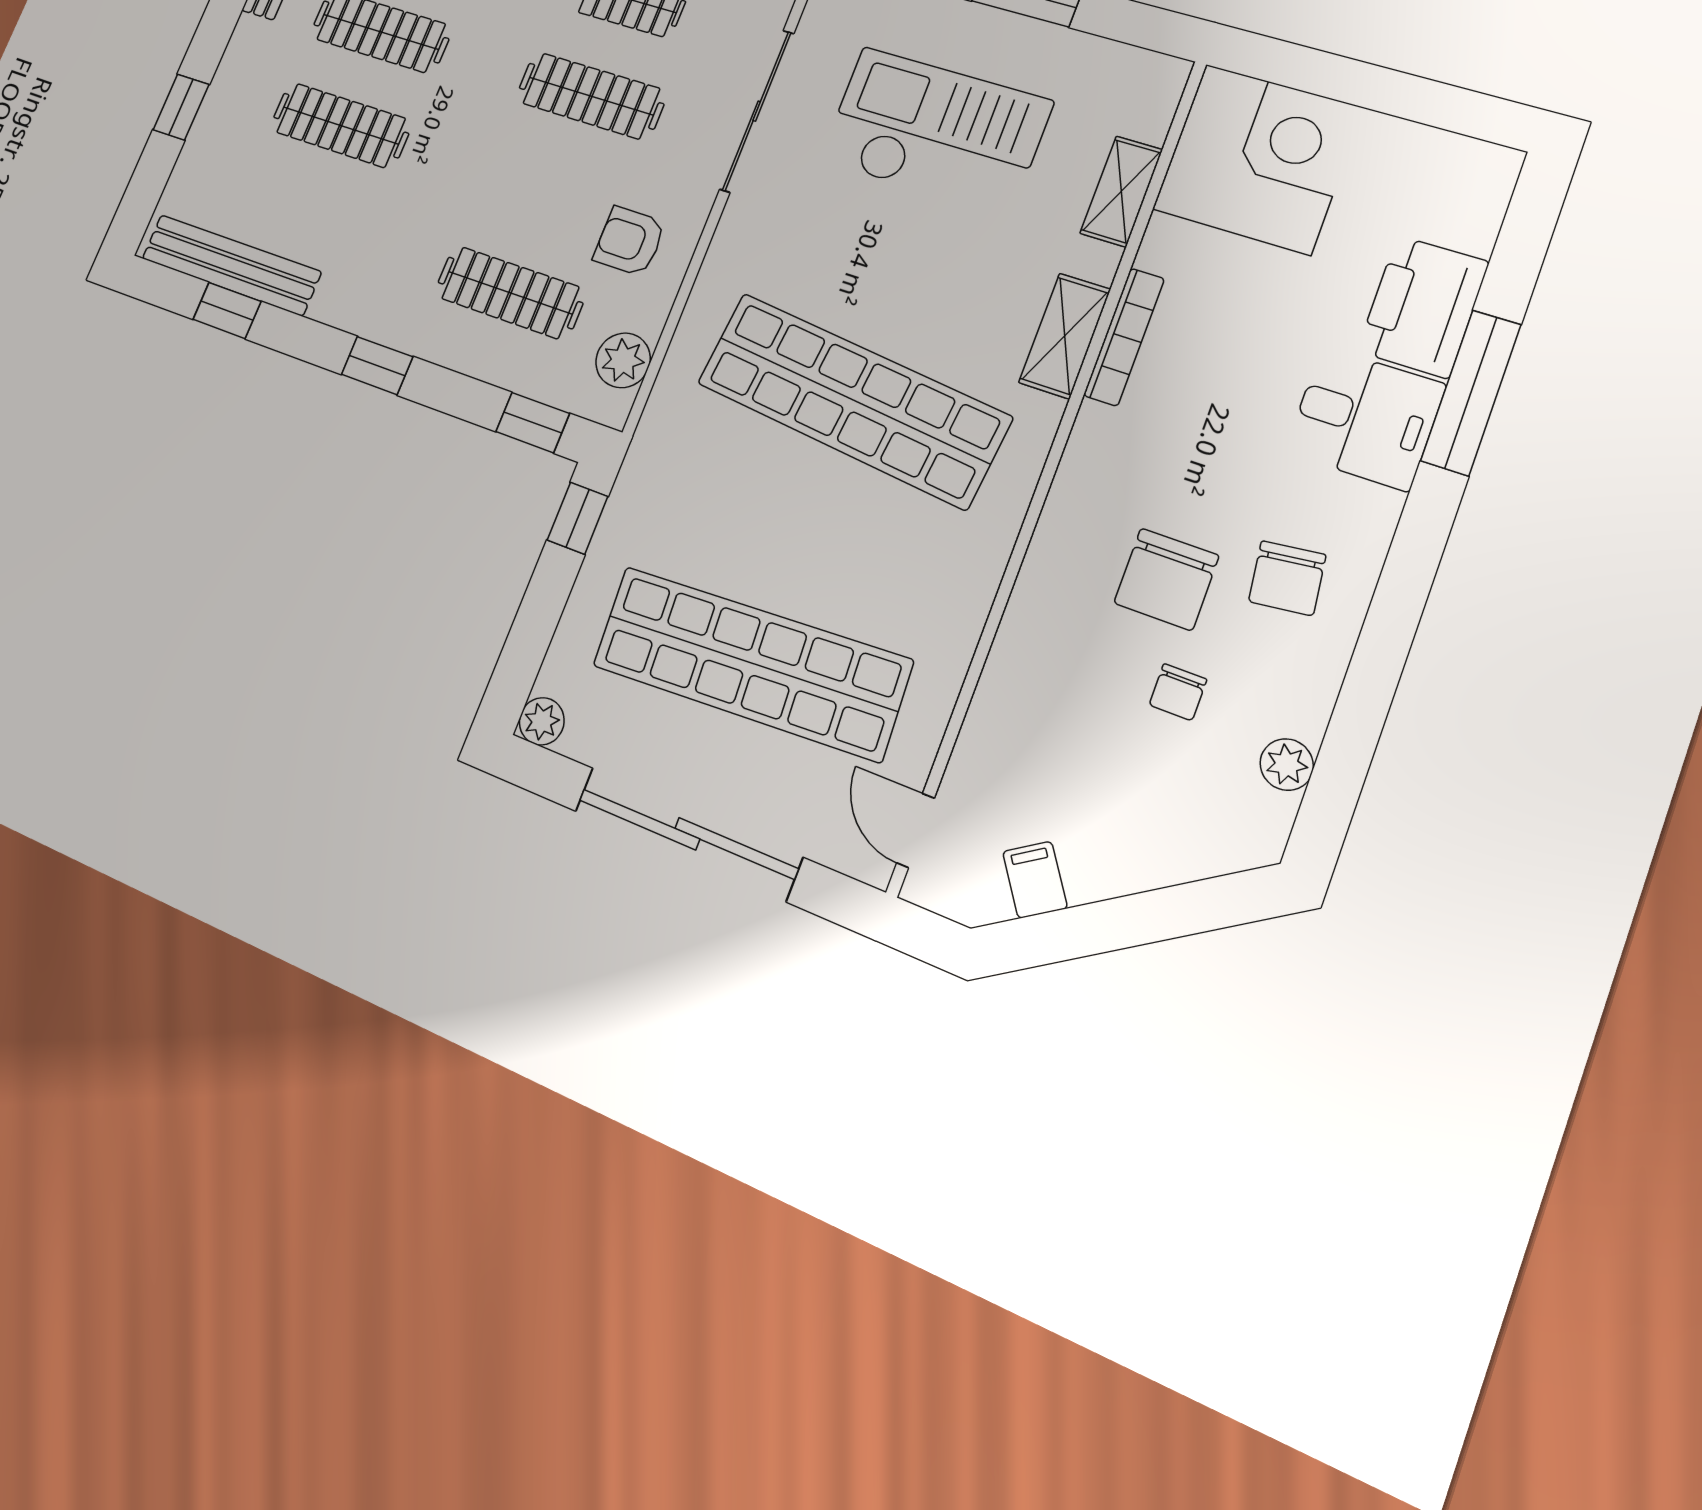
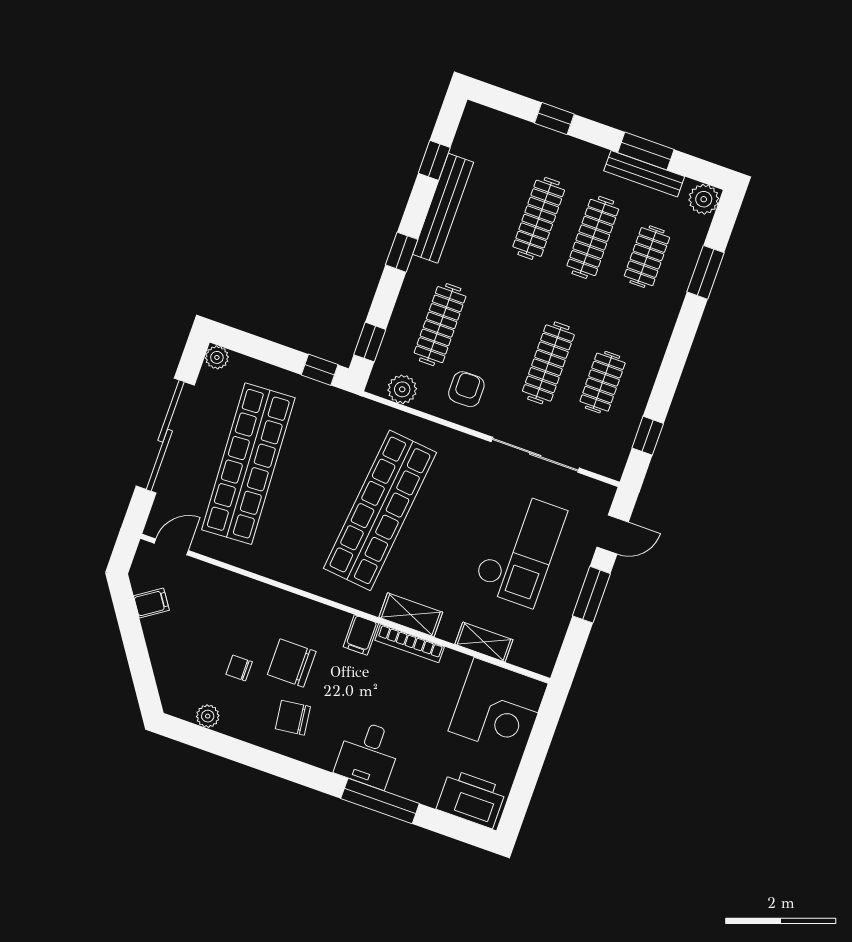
bench: (231, 265) -> (443, 208), moved
printer: (1423, 307) -> (471, 799), moved
filing cabinet: (1106, 436) -> (361, 635), added

